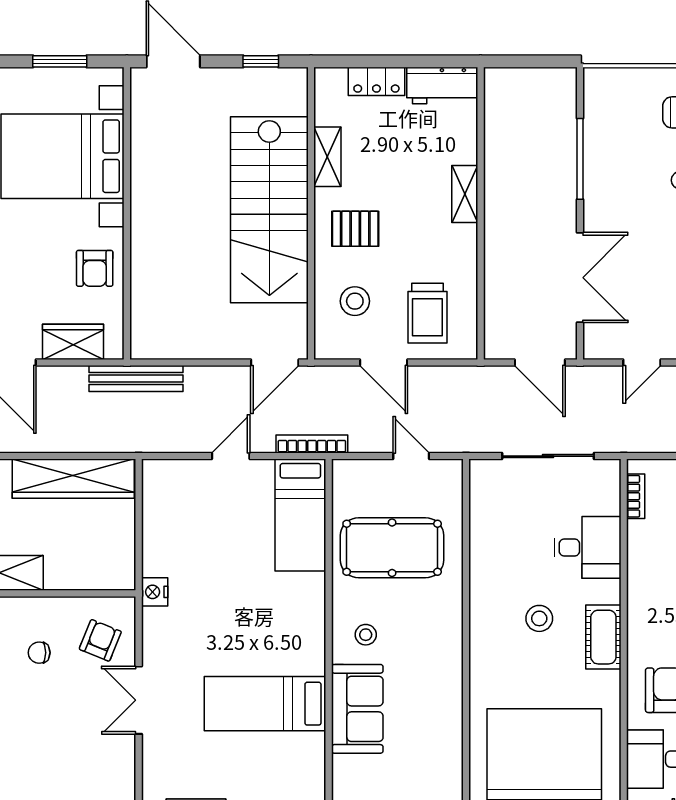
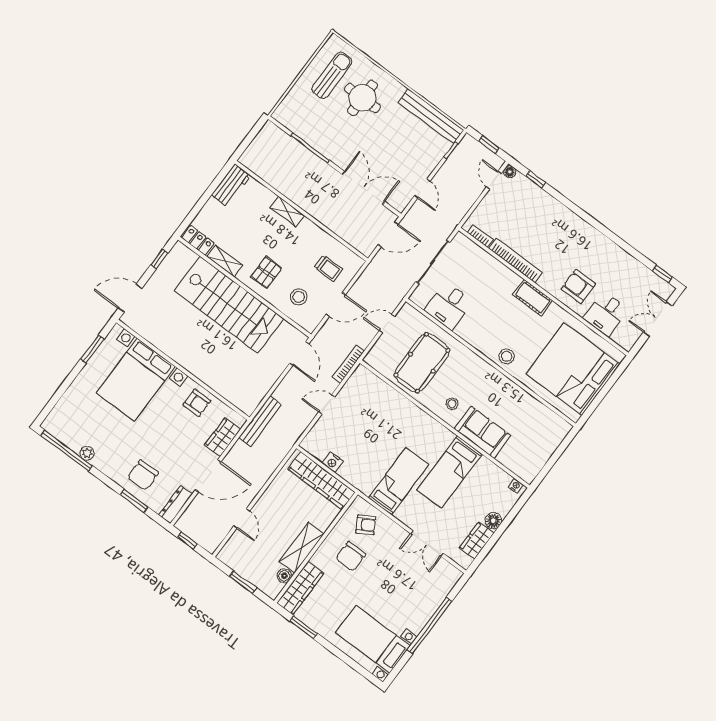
locker: (376, 81) -> (198, 240), moved, turned -90
trolley: (427, 313) -> (328, 268), width x0.73, depth x0.72
door: (231, 456) -> (327, 404), hinge flipped
wardrobe: (73, 479) -> (321, 481), moved, turned 90
bed: (300, 515) -> (399, 481), moved, turned -90
desk: (587, 547) -> (449, 306), moved, turned 180
bookcase: (638, 573) -> (516, 260), added
nightstand: (155, 592) -> (333, 462), moved
stool: (539, 618) -> (507, 356), moved
armchair: (100, 640) -> (366, 525), turned 128
chair: (39, 653) -> (351, 556), width x1.87, depth x1.87
double door: (139, 700) -> (427, 544), moved

